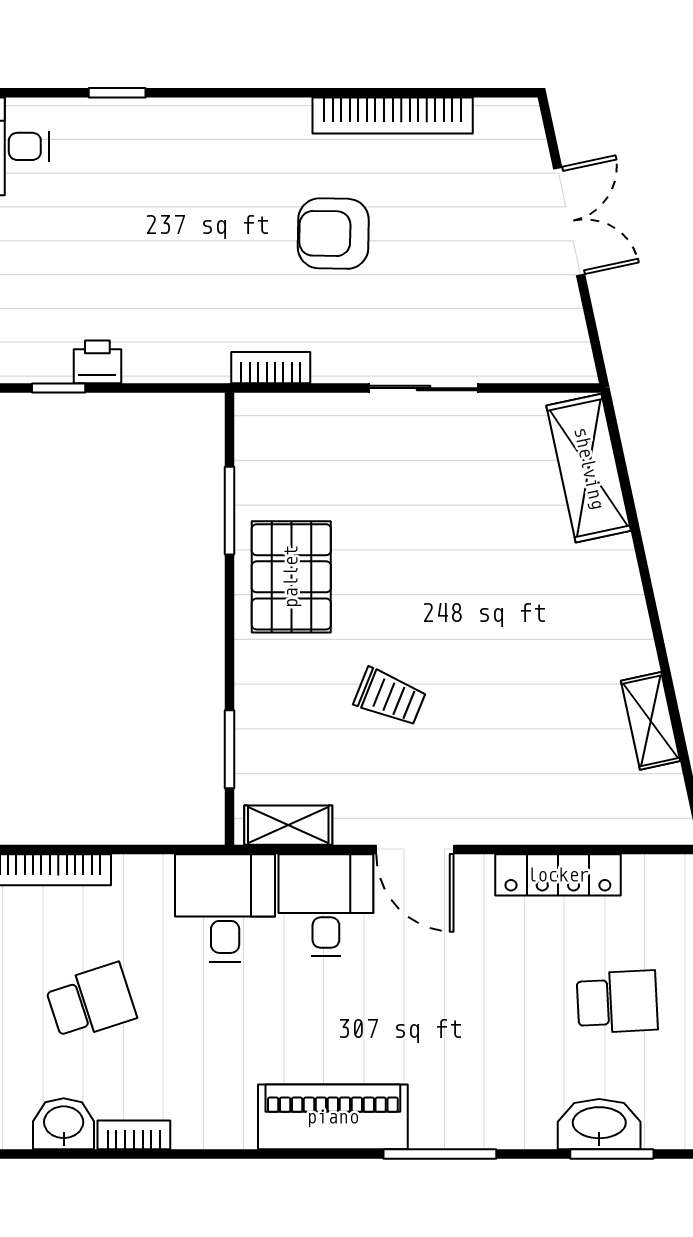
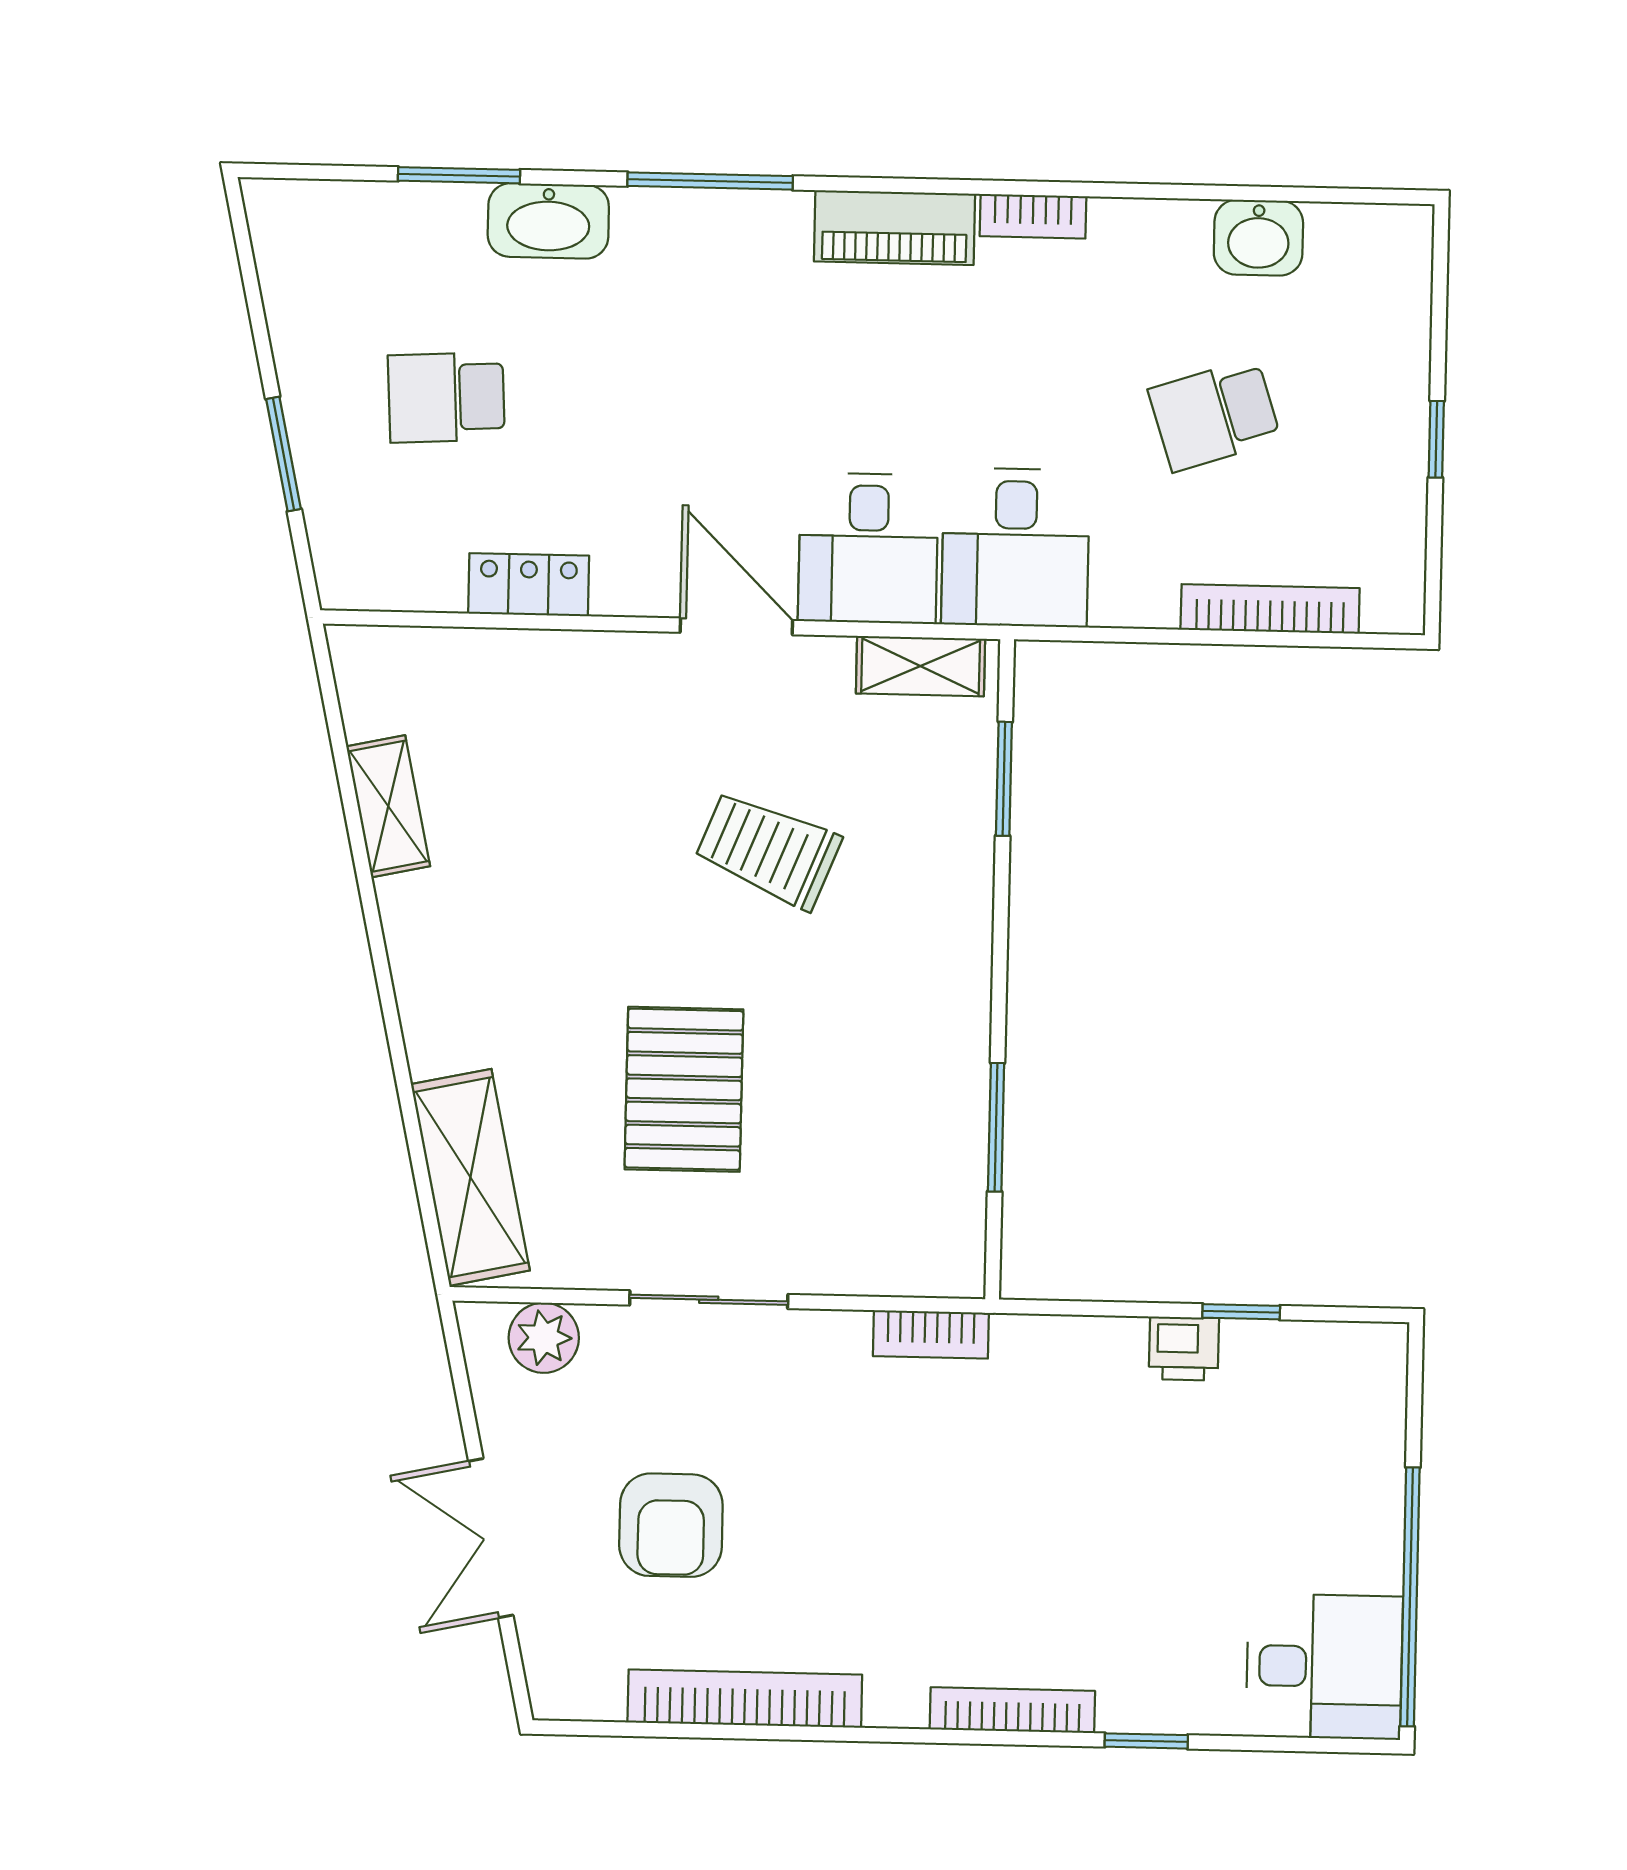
bookcase: (209, 112) -> (1012, 1710), added
armchair: (333, 234) -> (671, 1525), moved, turned 89
plant: (536, 359) -> (544, 1338), added
pallet: (291, 577) -> (684, 1089), moved
trolley: (390, 697) -> (768, 850), width x1.36, depth x1.39
locker: (558, 875) -> (529, 585), width x0.66
piano: (333, 1117) -> (895, 228), width x0.73, depth x0.75
washbasin: (599, 1124) -> (548, 221), moved
bookcase: (134, 1135) -> (1033, 216), moved

